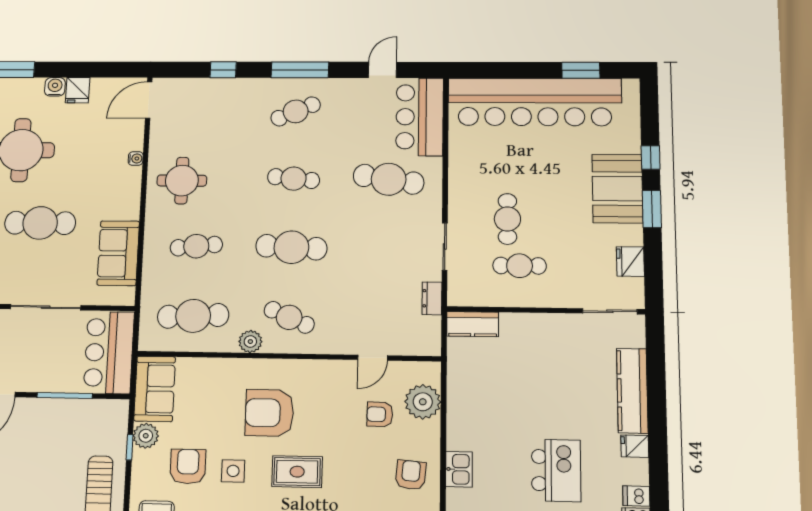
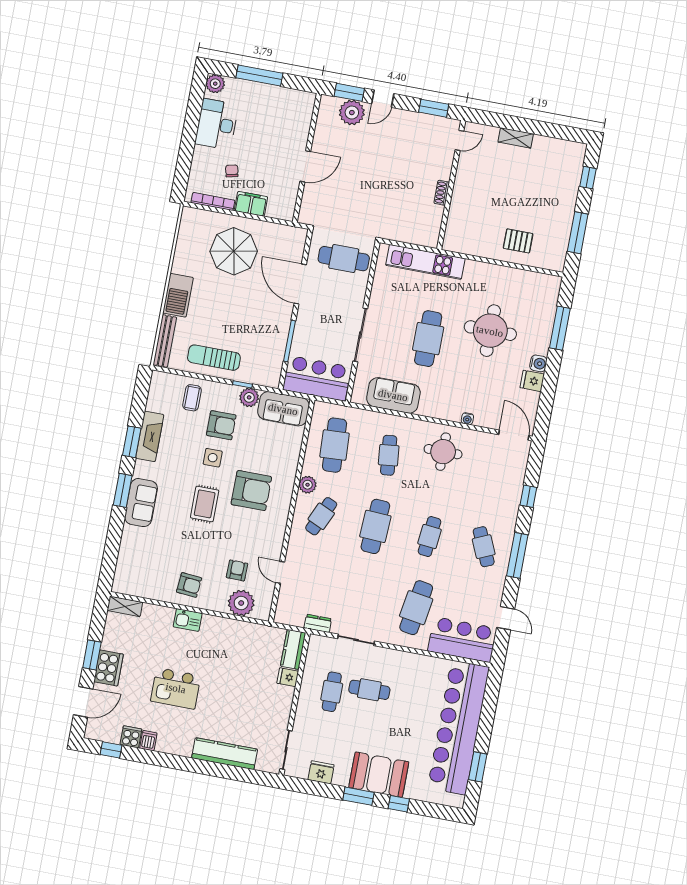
armchair: (269, 413) -> (251, 491), turned 90
fridge: (635, 446) -> (288, 677), moved, turned -90

